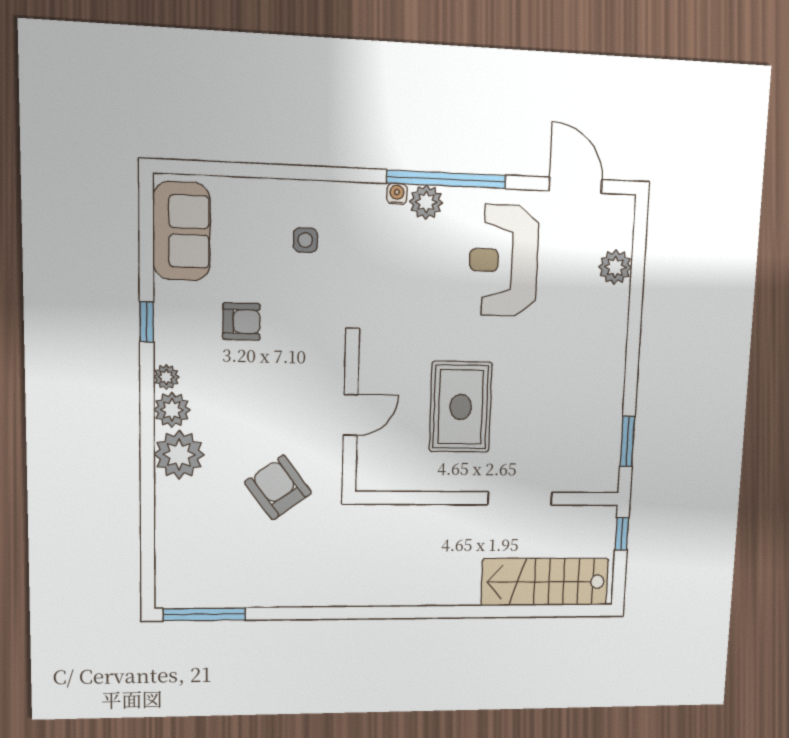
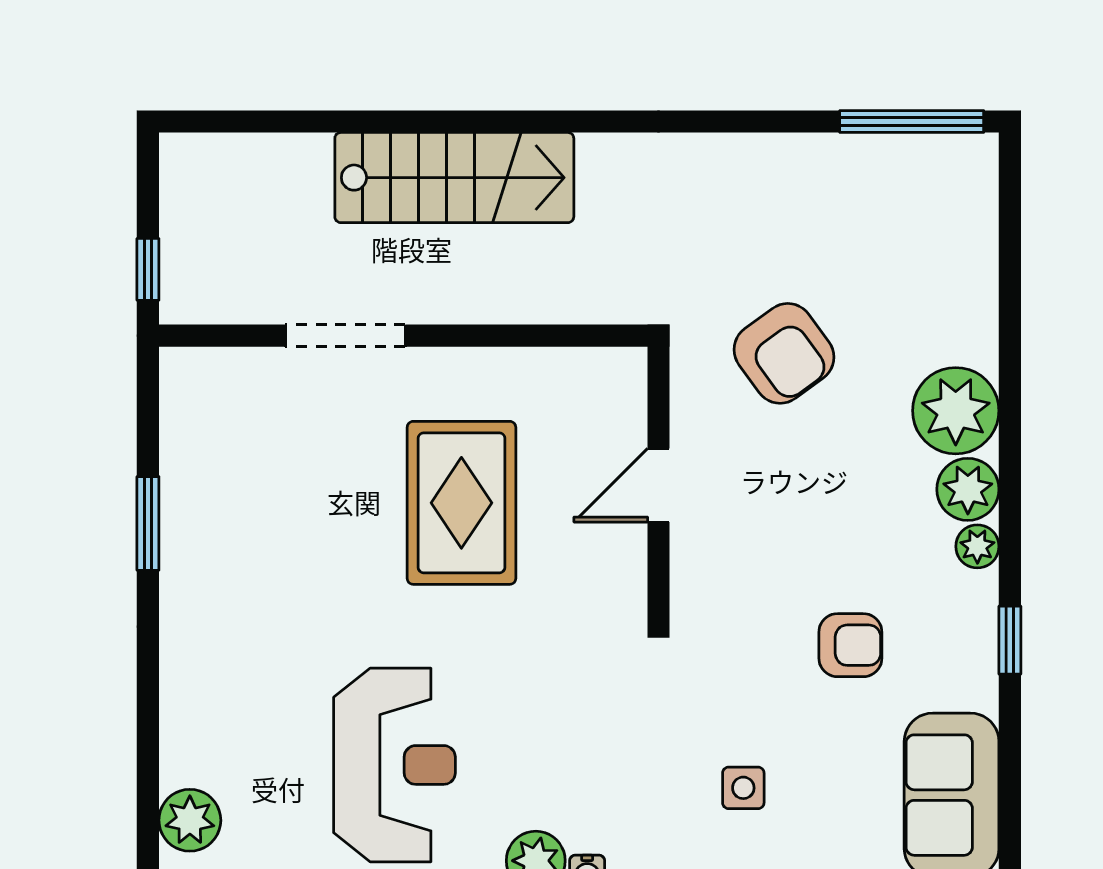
plant: (615, 267) -> (190, 820), moved
armchair: (241, 322) -> (850, 645), turned 180
window: (627, 441) -> (148, 523), moved
stairs: (545, 582) -> (454, 178), moved

